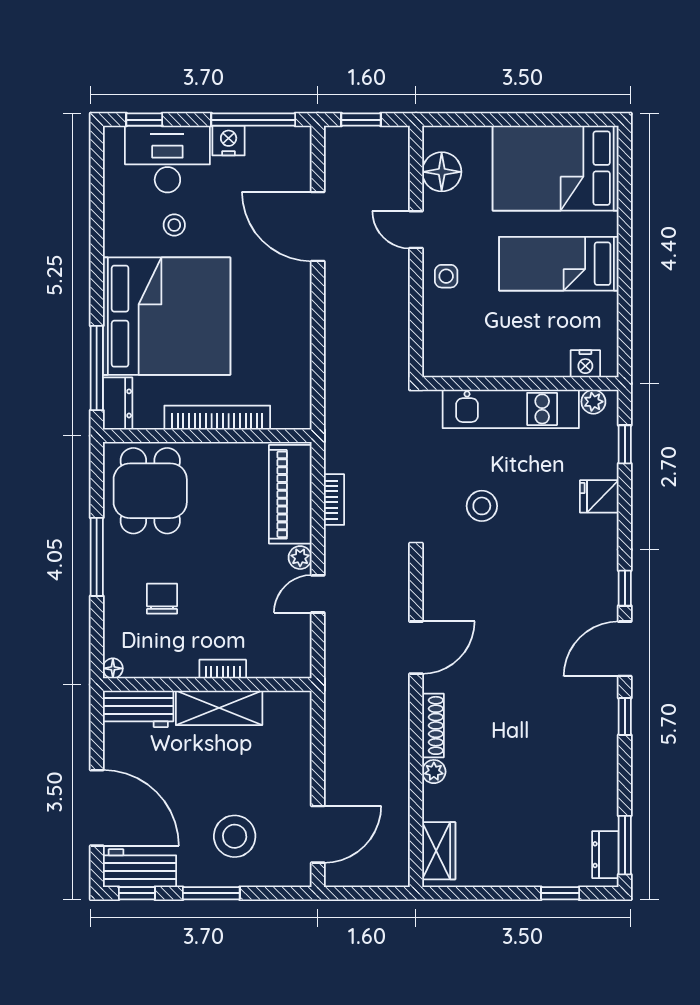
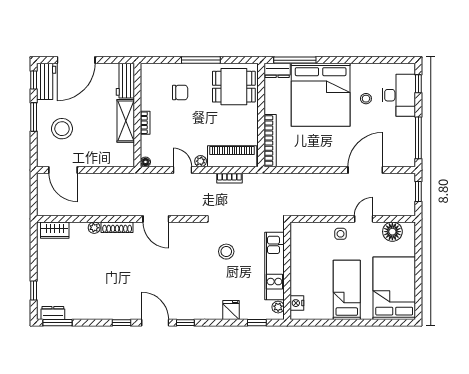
nightstand: (229, 141) -> (408, 126), removed
bookcase: (217, 418) -> (270, 141), moved
floor lamp: (113, 668) -> (145, 162), moved

